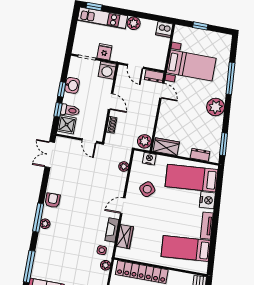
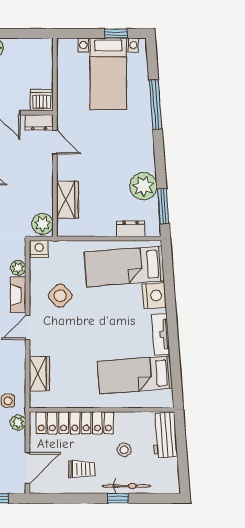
window: (200, 26) -> (116, 33), moved
dishwasher: (164, 29) -> (42, 100), moved, turned 180
bed with nightstands: (191, 65) -> (108, 74), moved, turned 90
plant: (216, 107) -> (143, 186), moved
wardrobe: (166, 147) -> (67, 200), moved, turned 90
nightstand: (149, 159) -> (39, 249), moved
fireplace: (112, 230) -> (18, 295), moved

